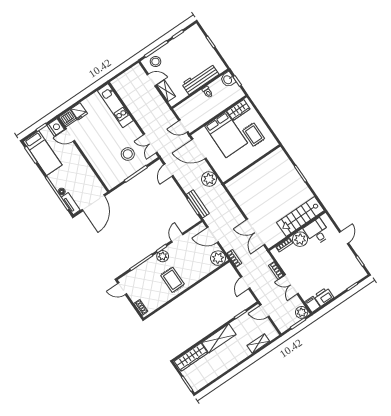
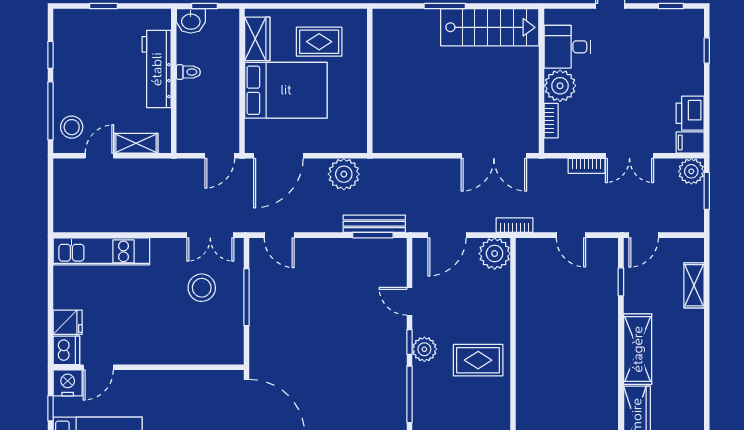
stairs: (300, 217) -> (490, 27), moved, turned -90

